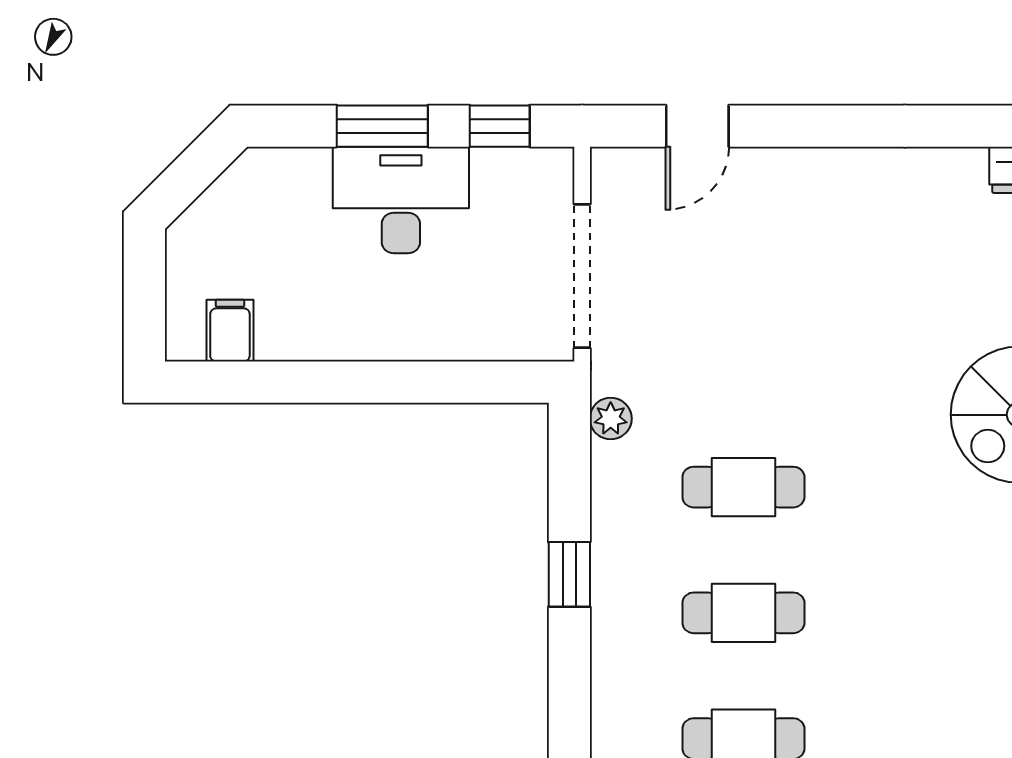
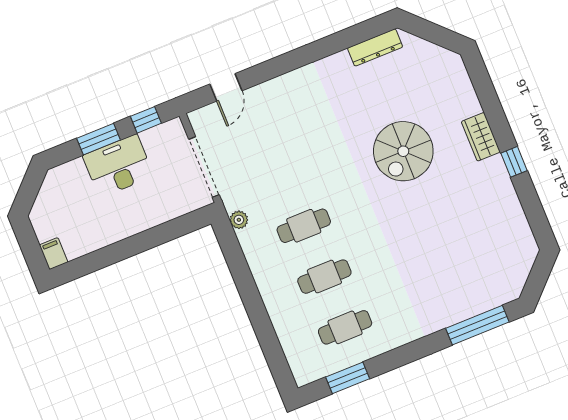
filing cabinet: (230, 331) -> (54, 254), moved
window: (569, 574) -> (248, 290), removed

